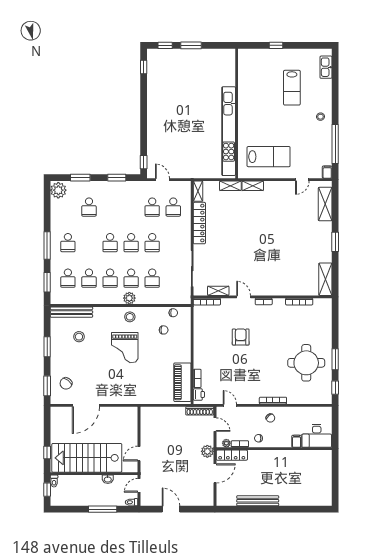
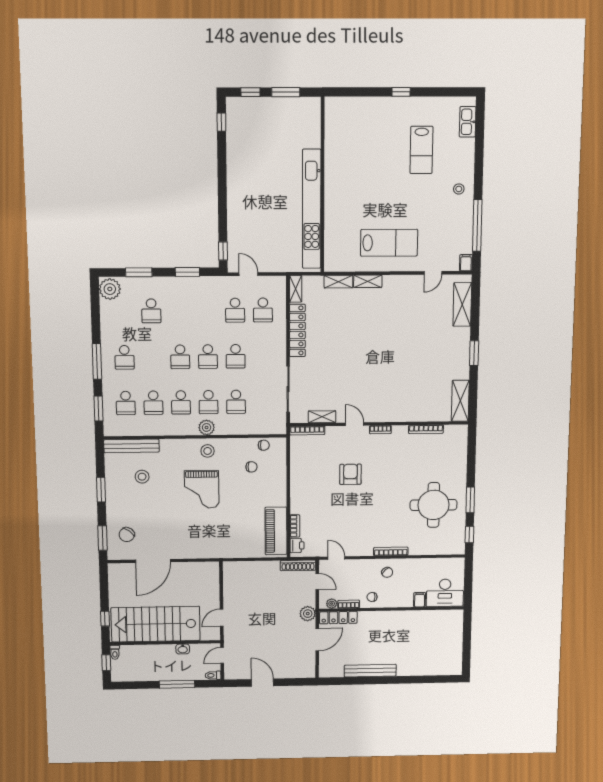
wall: (237, 114) -> (322, 185), moved
kitchen unit: (229, 131) -> (312, 209), moved

